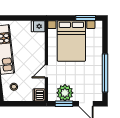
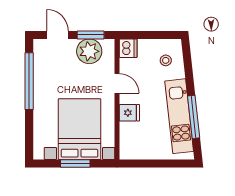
window: (86, 18) -> (75, 164), moved
fridge: (38, 26) -> (129, 113), moved
door: (46, 71) -> (117, 83), hinge flipped

